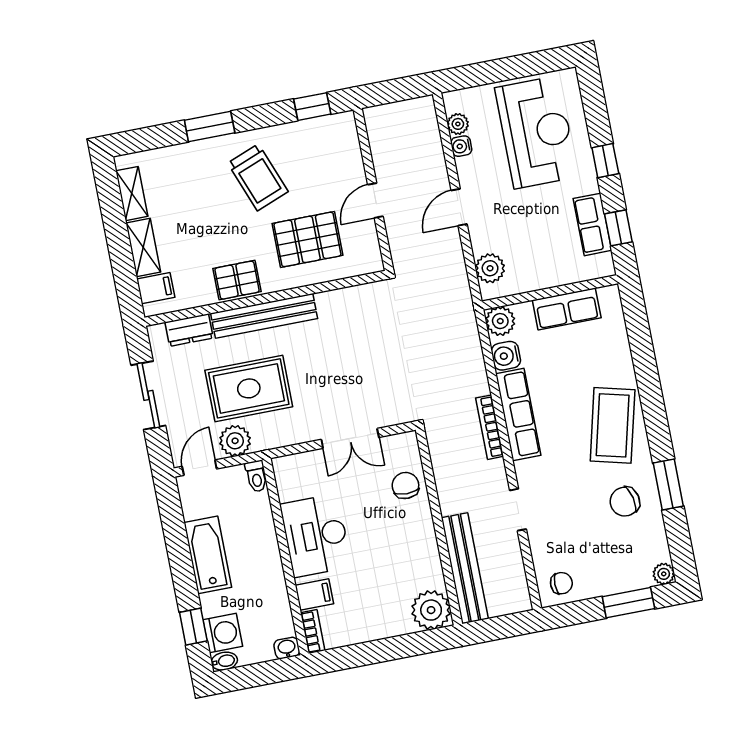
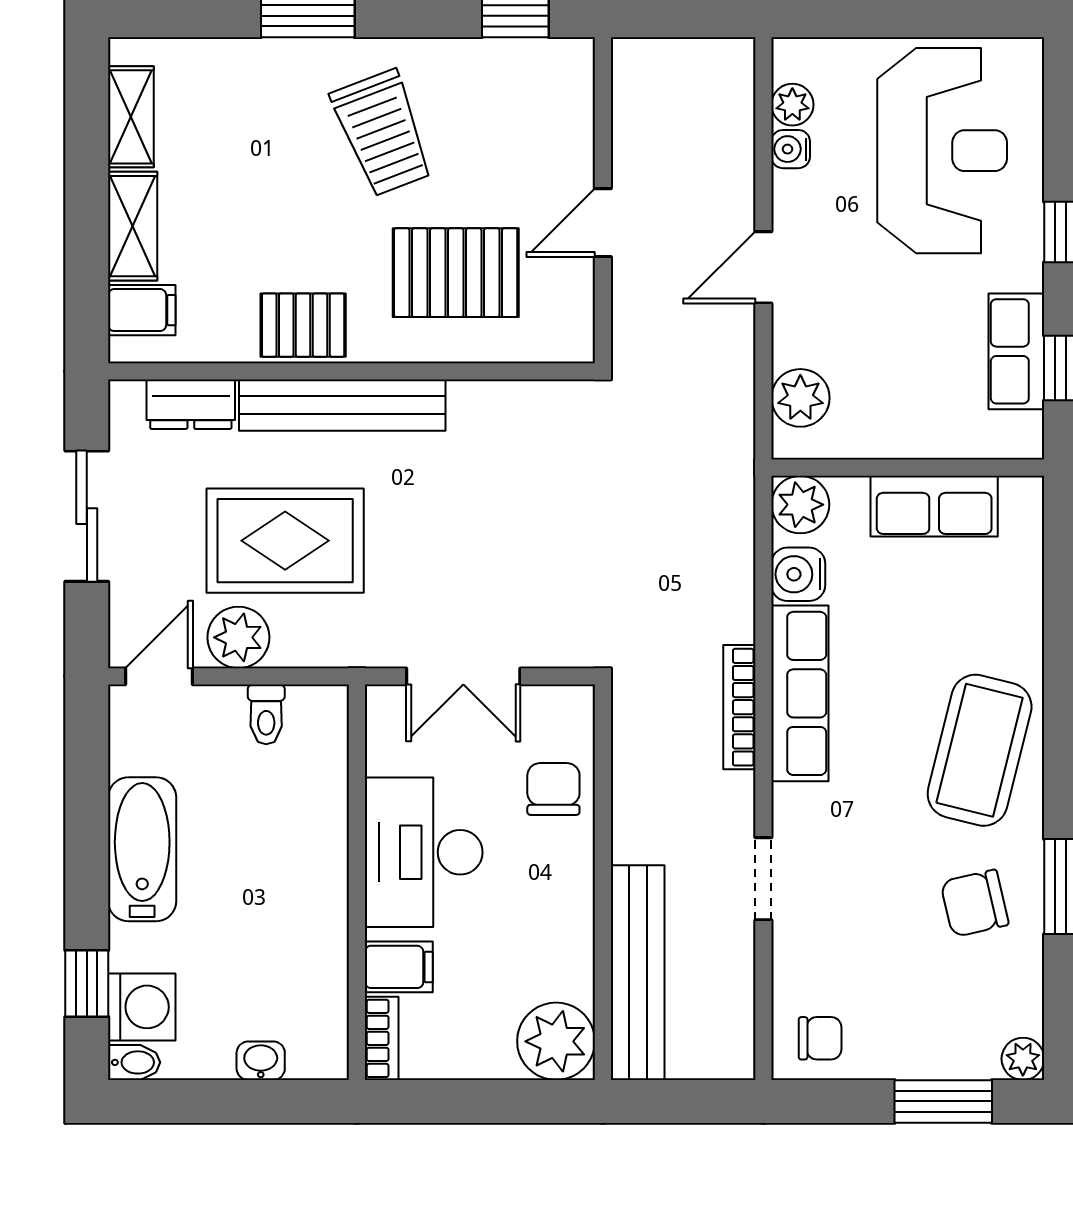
desk: (316, 535) -> (424, 852), moved
wall: (285, 557) -> (357, 882), moved
filing cabinet: (314, 595) -> (399, 967), moved
bookcase: (313, 632) -> (382, 1038), moved

